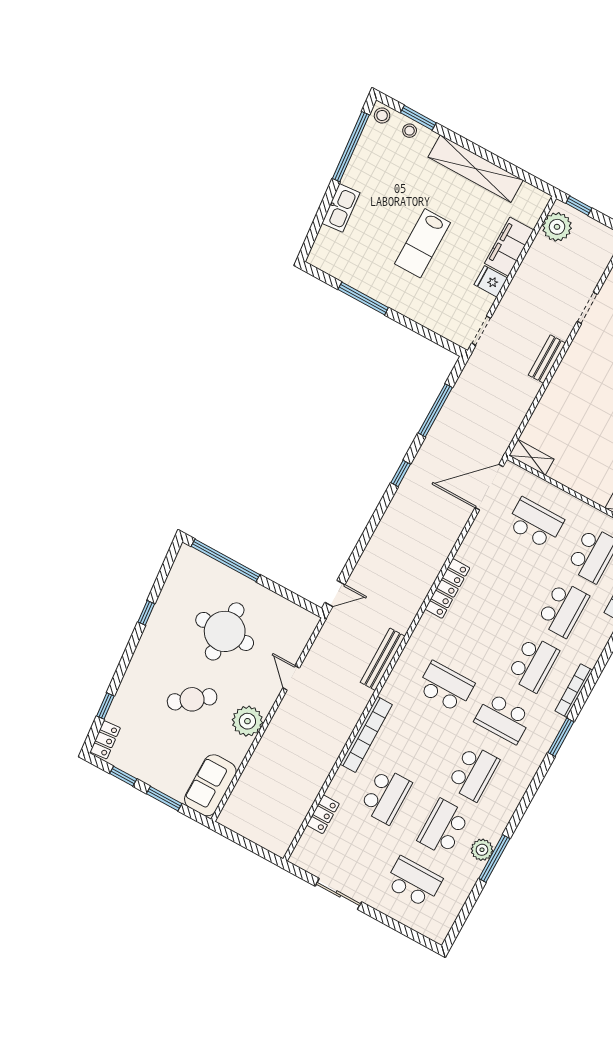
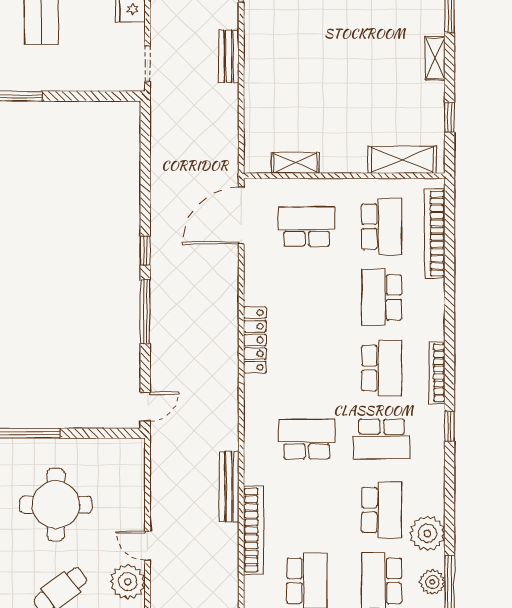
window: (435, 410) -> (145, 312), moved
shelving: (531, 457) -> (295, 163), moved
school desk: (563, 609) -> (382, 297), turned 180
bench: (383, 659) -> (229, 487), moved
door: (291, 678) -> (148, 546), moved
window: (561, 737) -> (450, 426), width x0.67
plant: (499, 810) -> (427, 533), added

